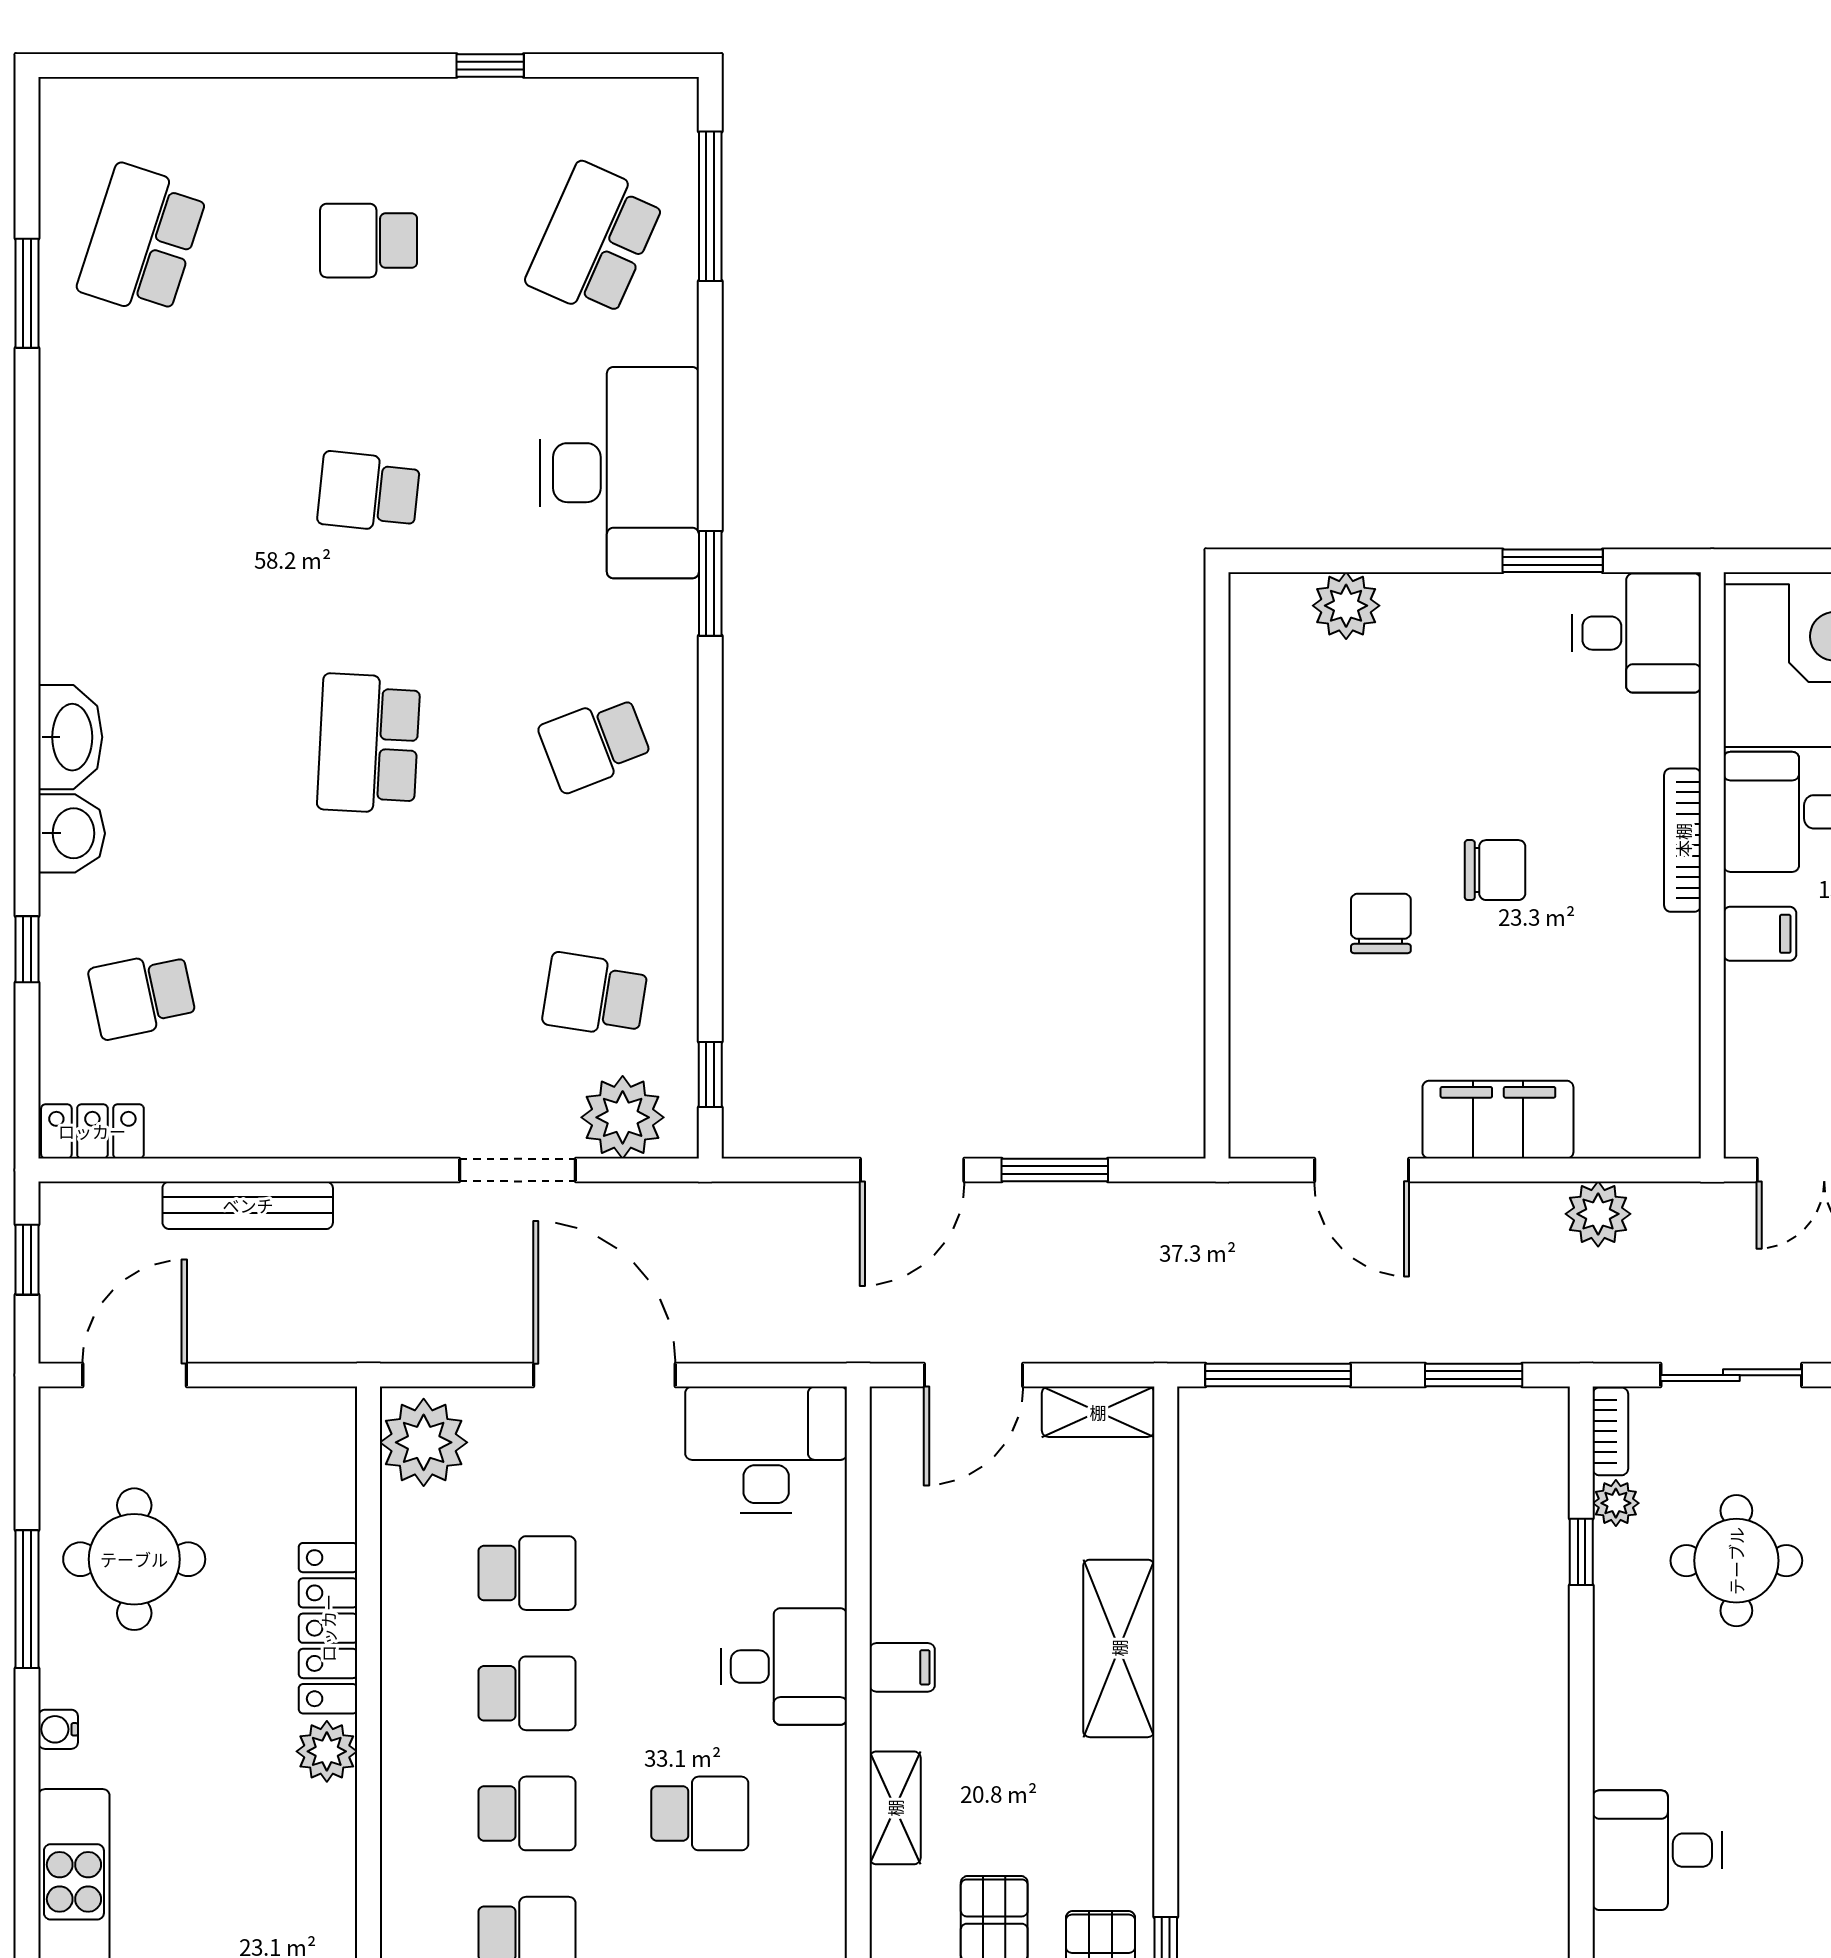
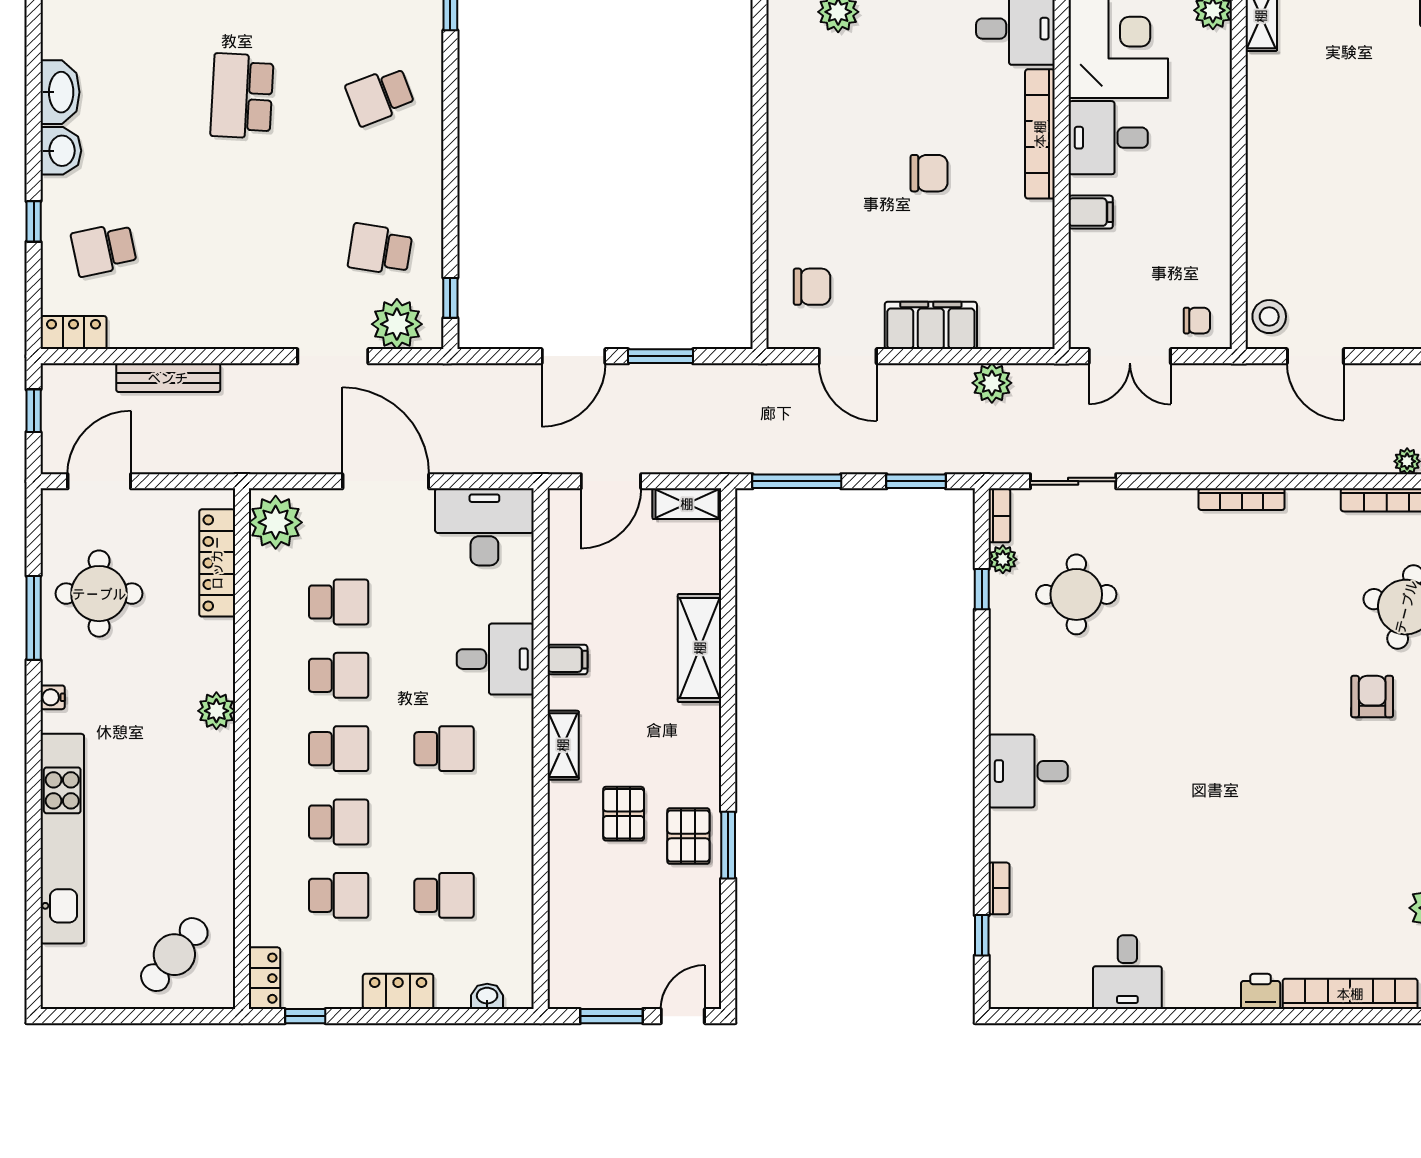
bookcase: (1683, 840) -> (1040, 134), width x1.48, depth x1.31
chair: (1381, 923) -> (812, 287), moved, turned 90
locker: (328, 1628) -> (217, 563), moved

